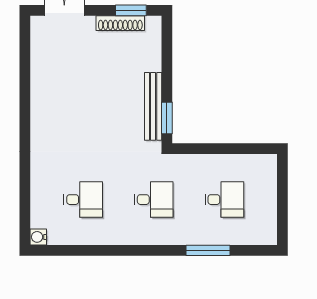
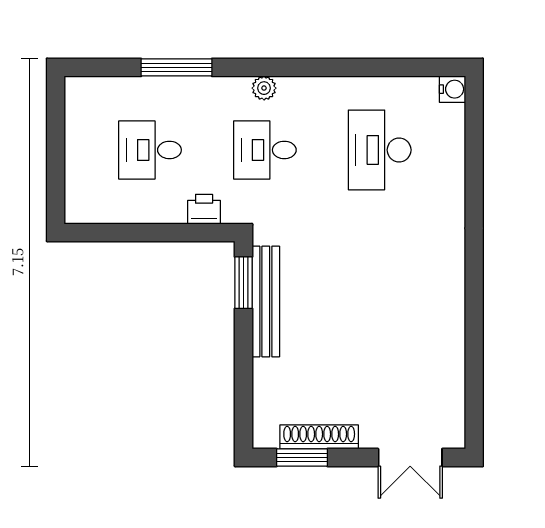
printer: (191, 163) -> (204, 209), added
desk: (83, 200) -> (380, 150), width x1.37
plant: (154, 238) -> (264, 88), added

